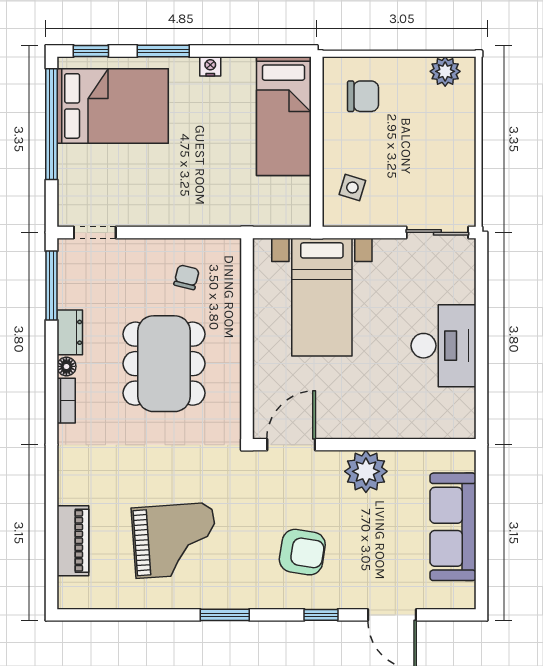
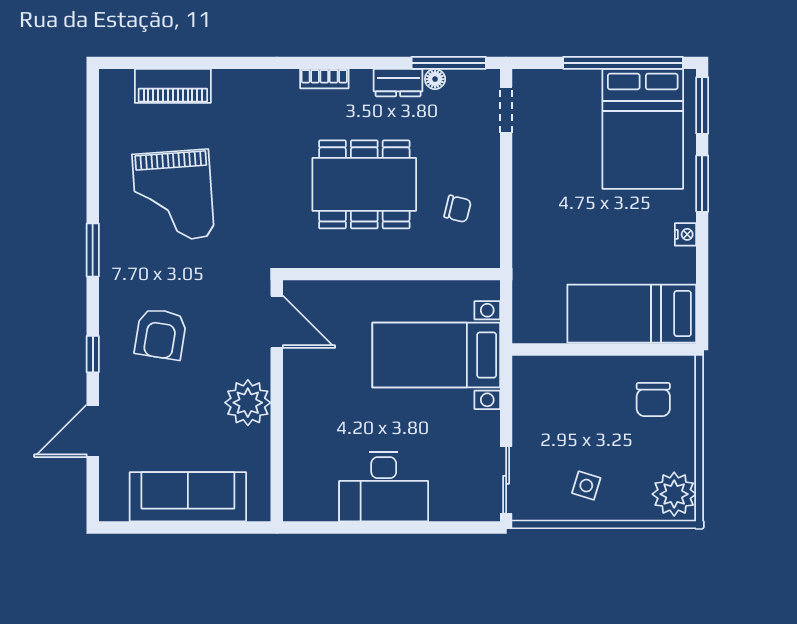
window: (91, 51) -> (702, 105), width x1.50
plant: (445, 71) -> (674, 494), width x1.36, depth x1.36
side table: (352, 188) -> (586, 486), moved
floor lamp: (66, 366) -> (435, 79), moved

